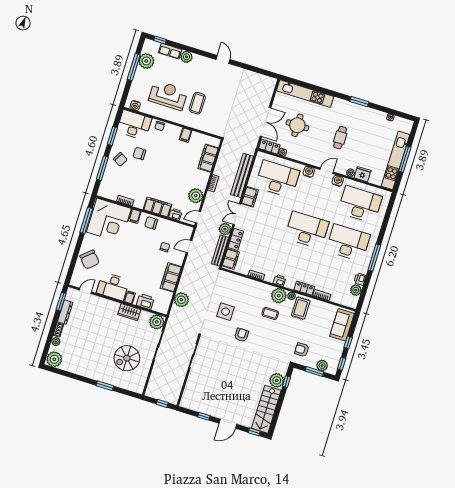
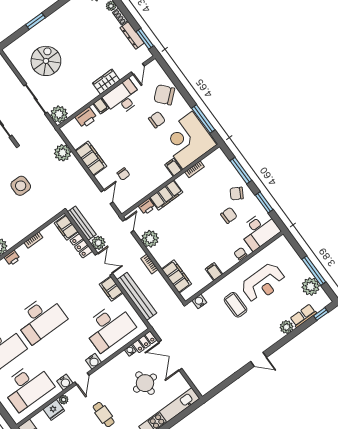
water cooler: (135, 105) -> (199, 301), moved
chair: (151, 223) -> (157, 120), moved
wardrobe: (129, 312) -> (106, 82), moved

